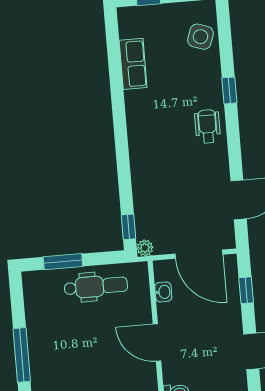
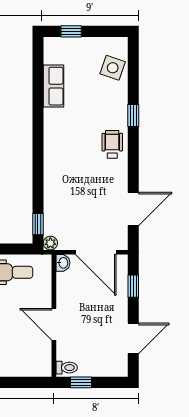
washbasin: (163, 292) -> (63, 263), moved

